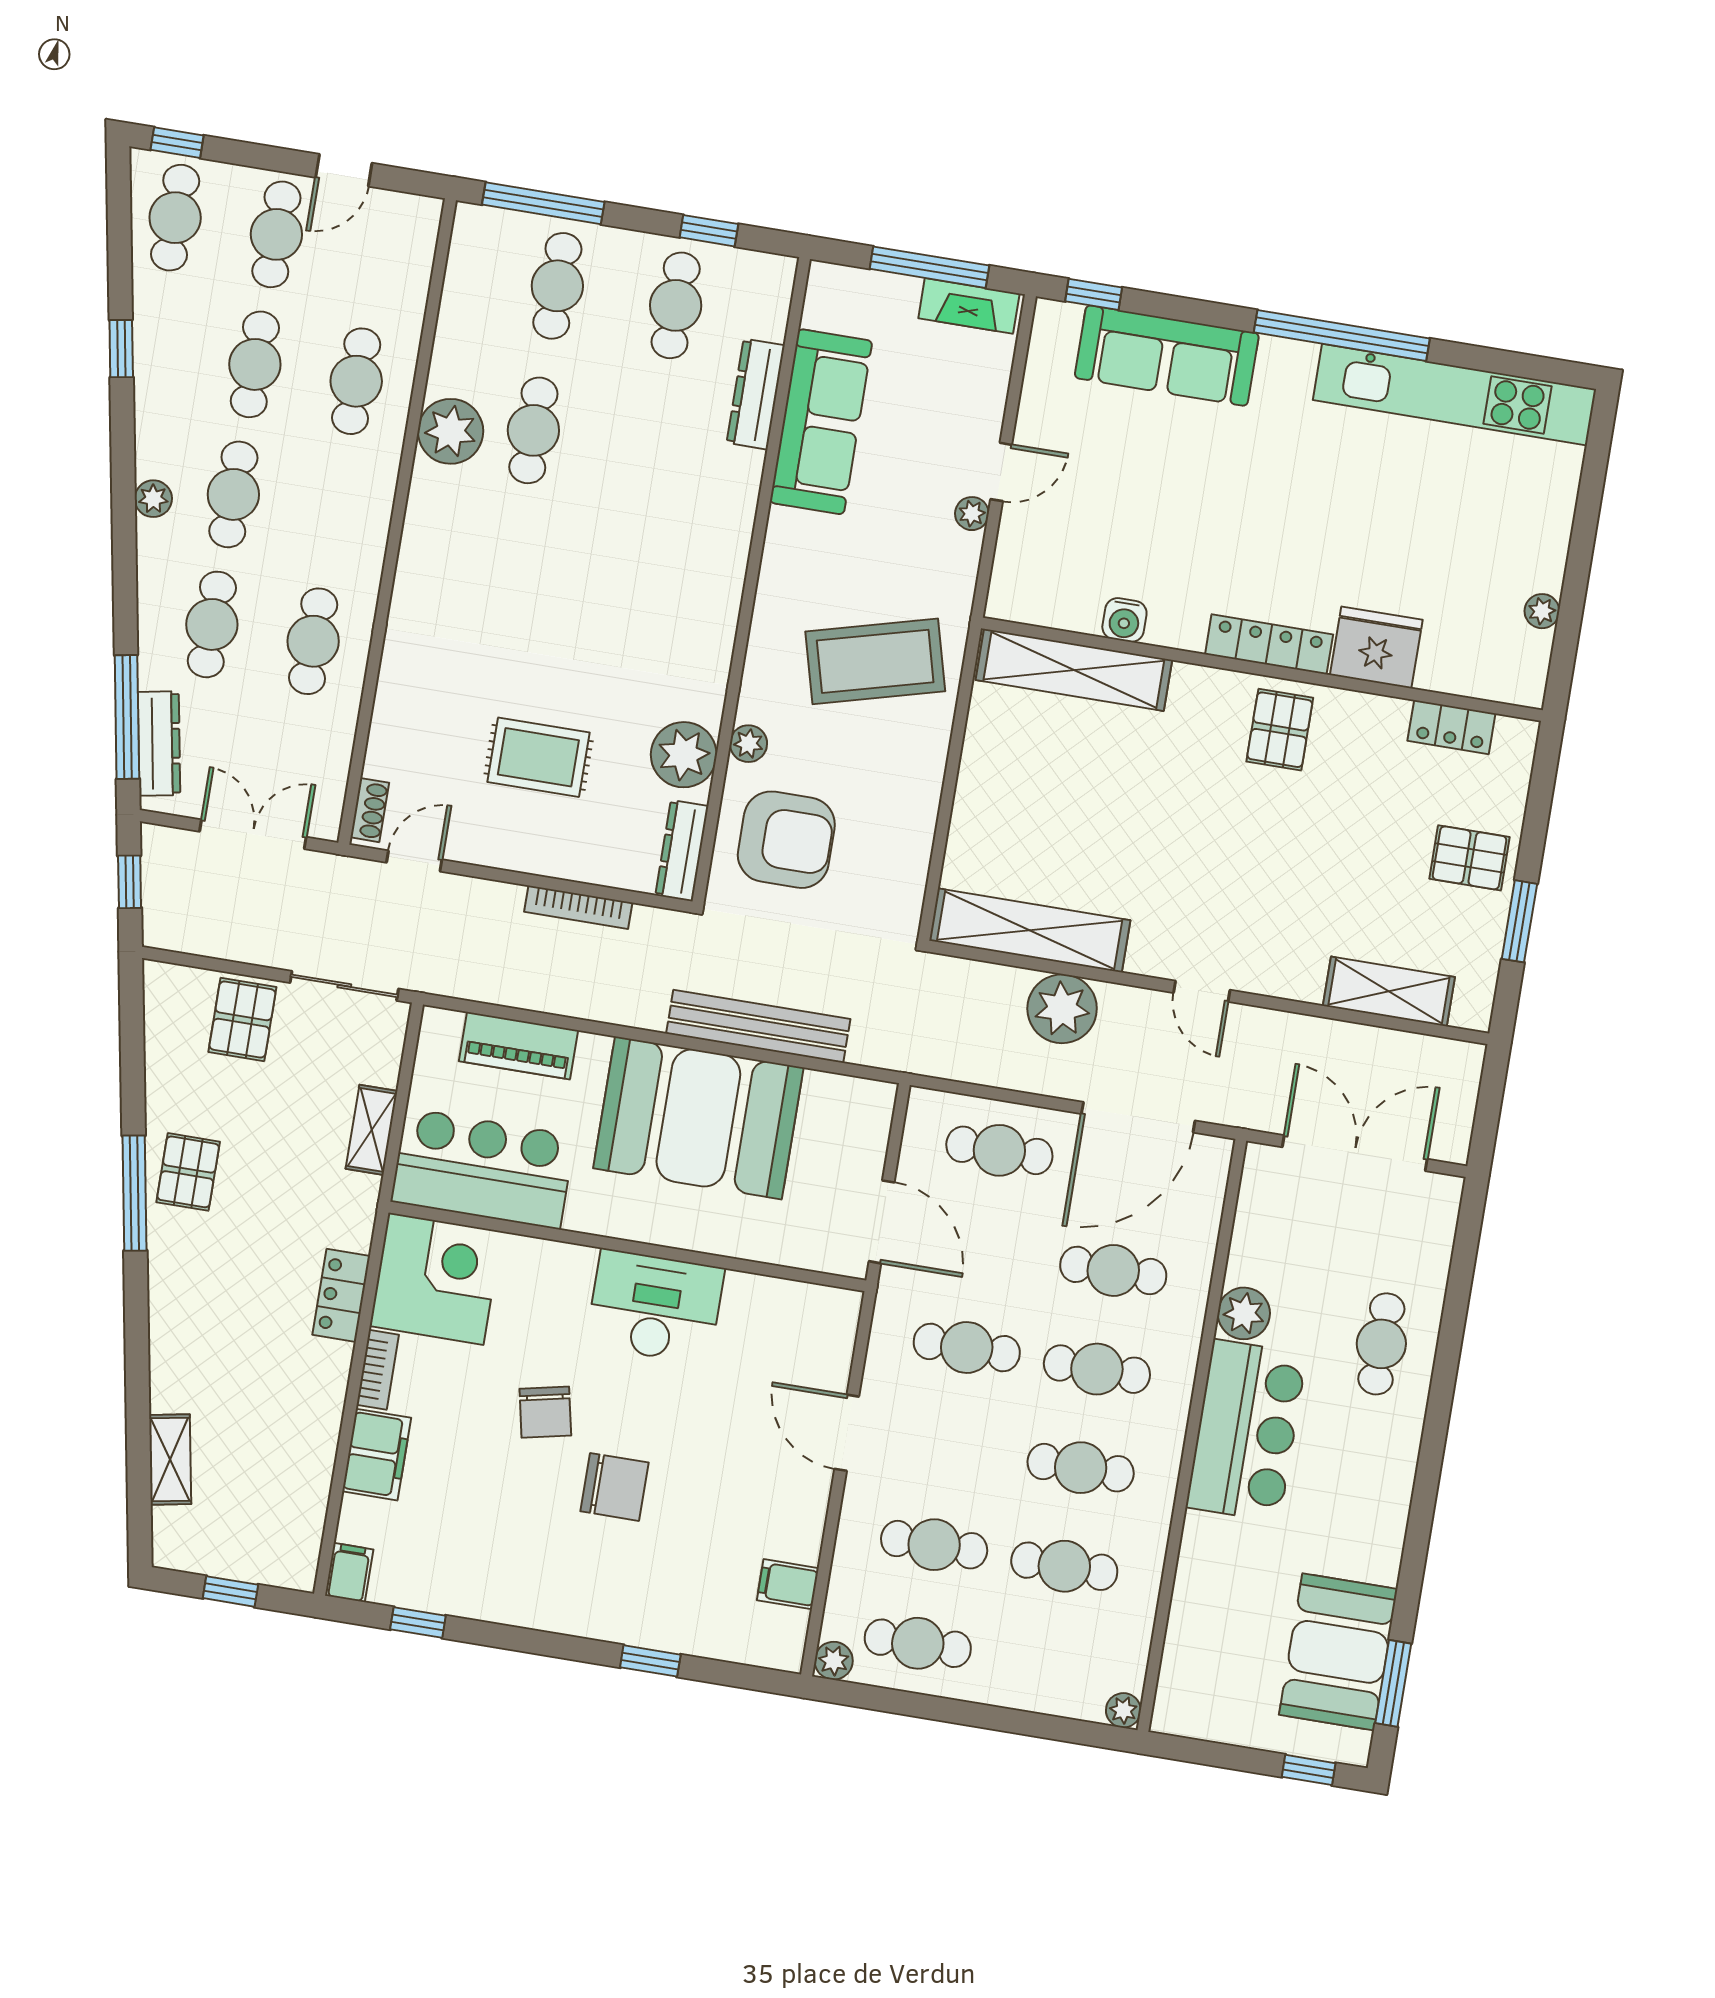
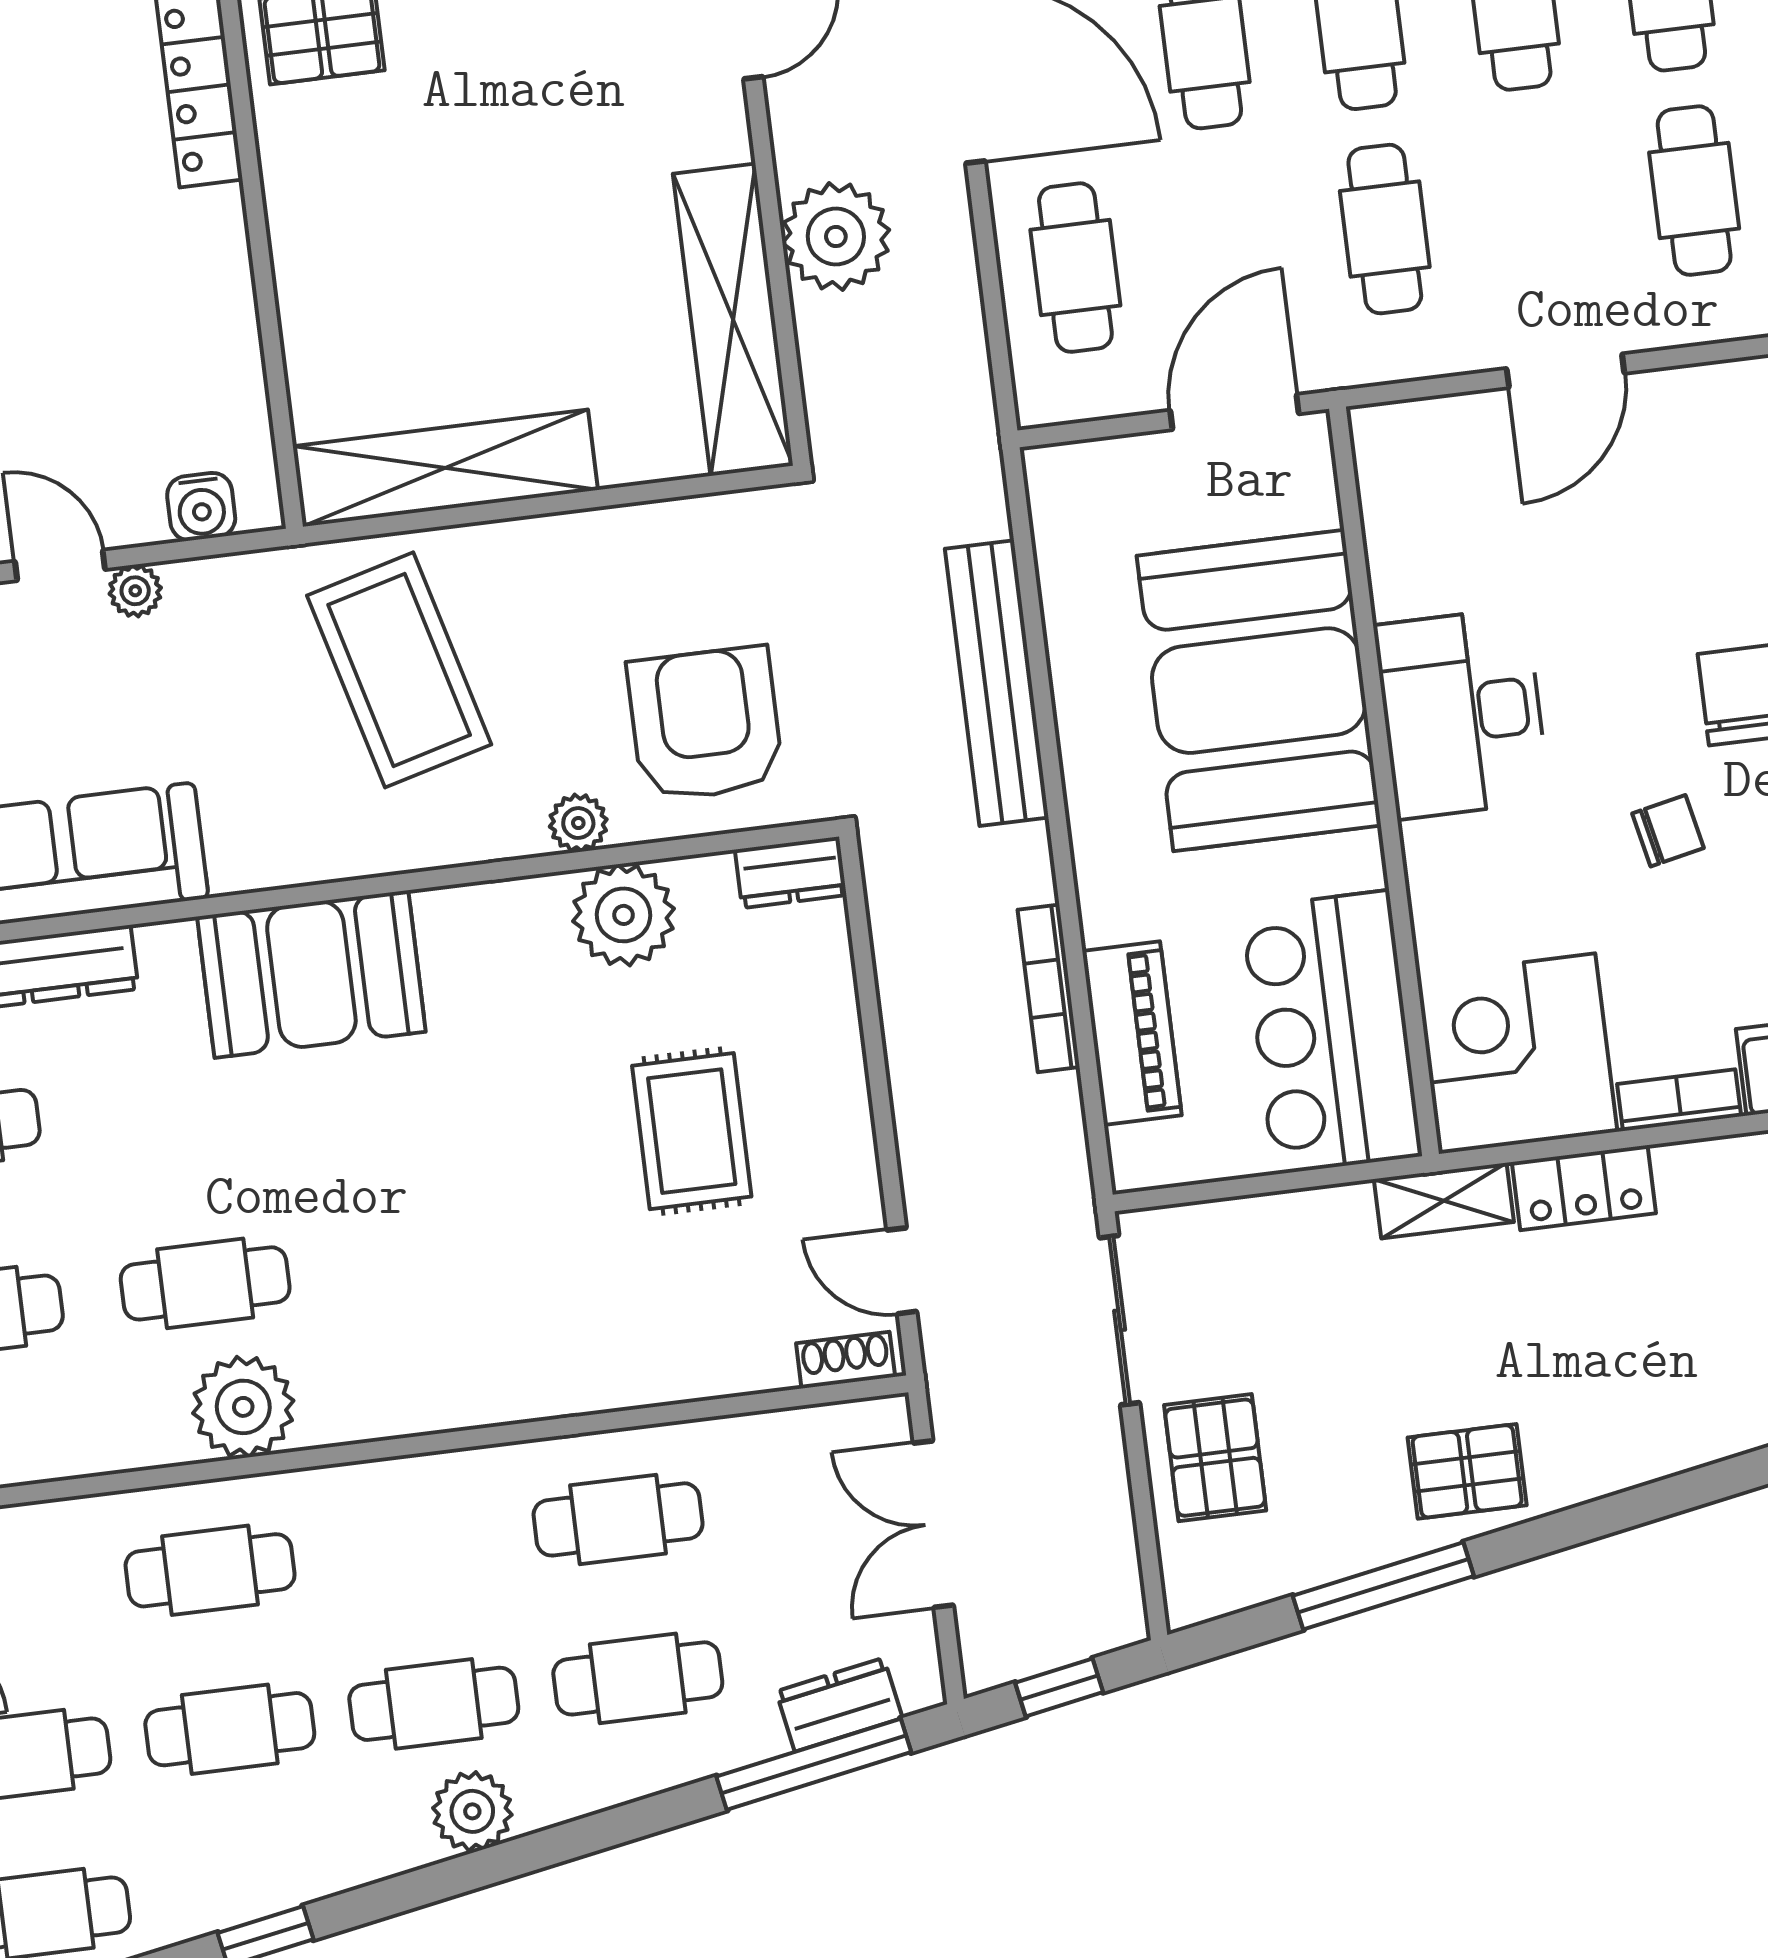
plant: (153, 499) -> (472, 1811), width x1.38, depth x1.38
booth: (704, 552) -> (311, 974), added
water cooler: (1124, 620) -> (201, 507), moved, turned 90
shelving: (1074, 670) -> (445, 468), moved, turned 90
dresser: (159, 744) -> (839, 1705), width x0.70
dresser: (682, 851) -> (791, 872), width x0.70
bookcase: (578, 907) -> (1049, 988), moved, turned 180
pallet: (242, 1020) -> (1215, 1458), turned 90
booth: (698, 1118) -> (1259, 691), moved
shelving: (372, 1130) -> (1444, 1201), moved
window: (134, 1193) -> (1383, 1586), moved
chair: (545, 1412) -> (1668, 831), width x0.73, depth x0.73

